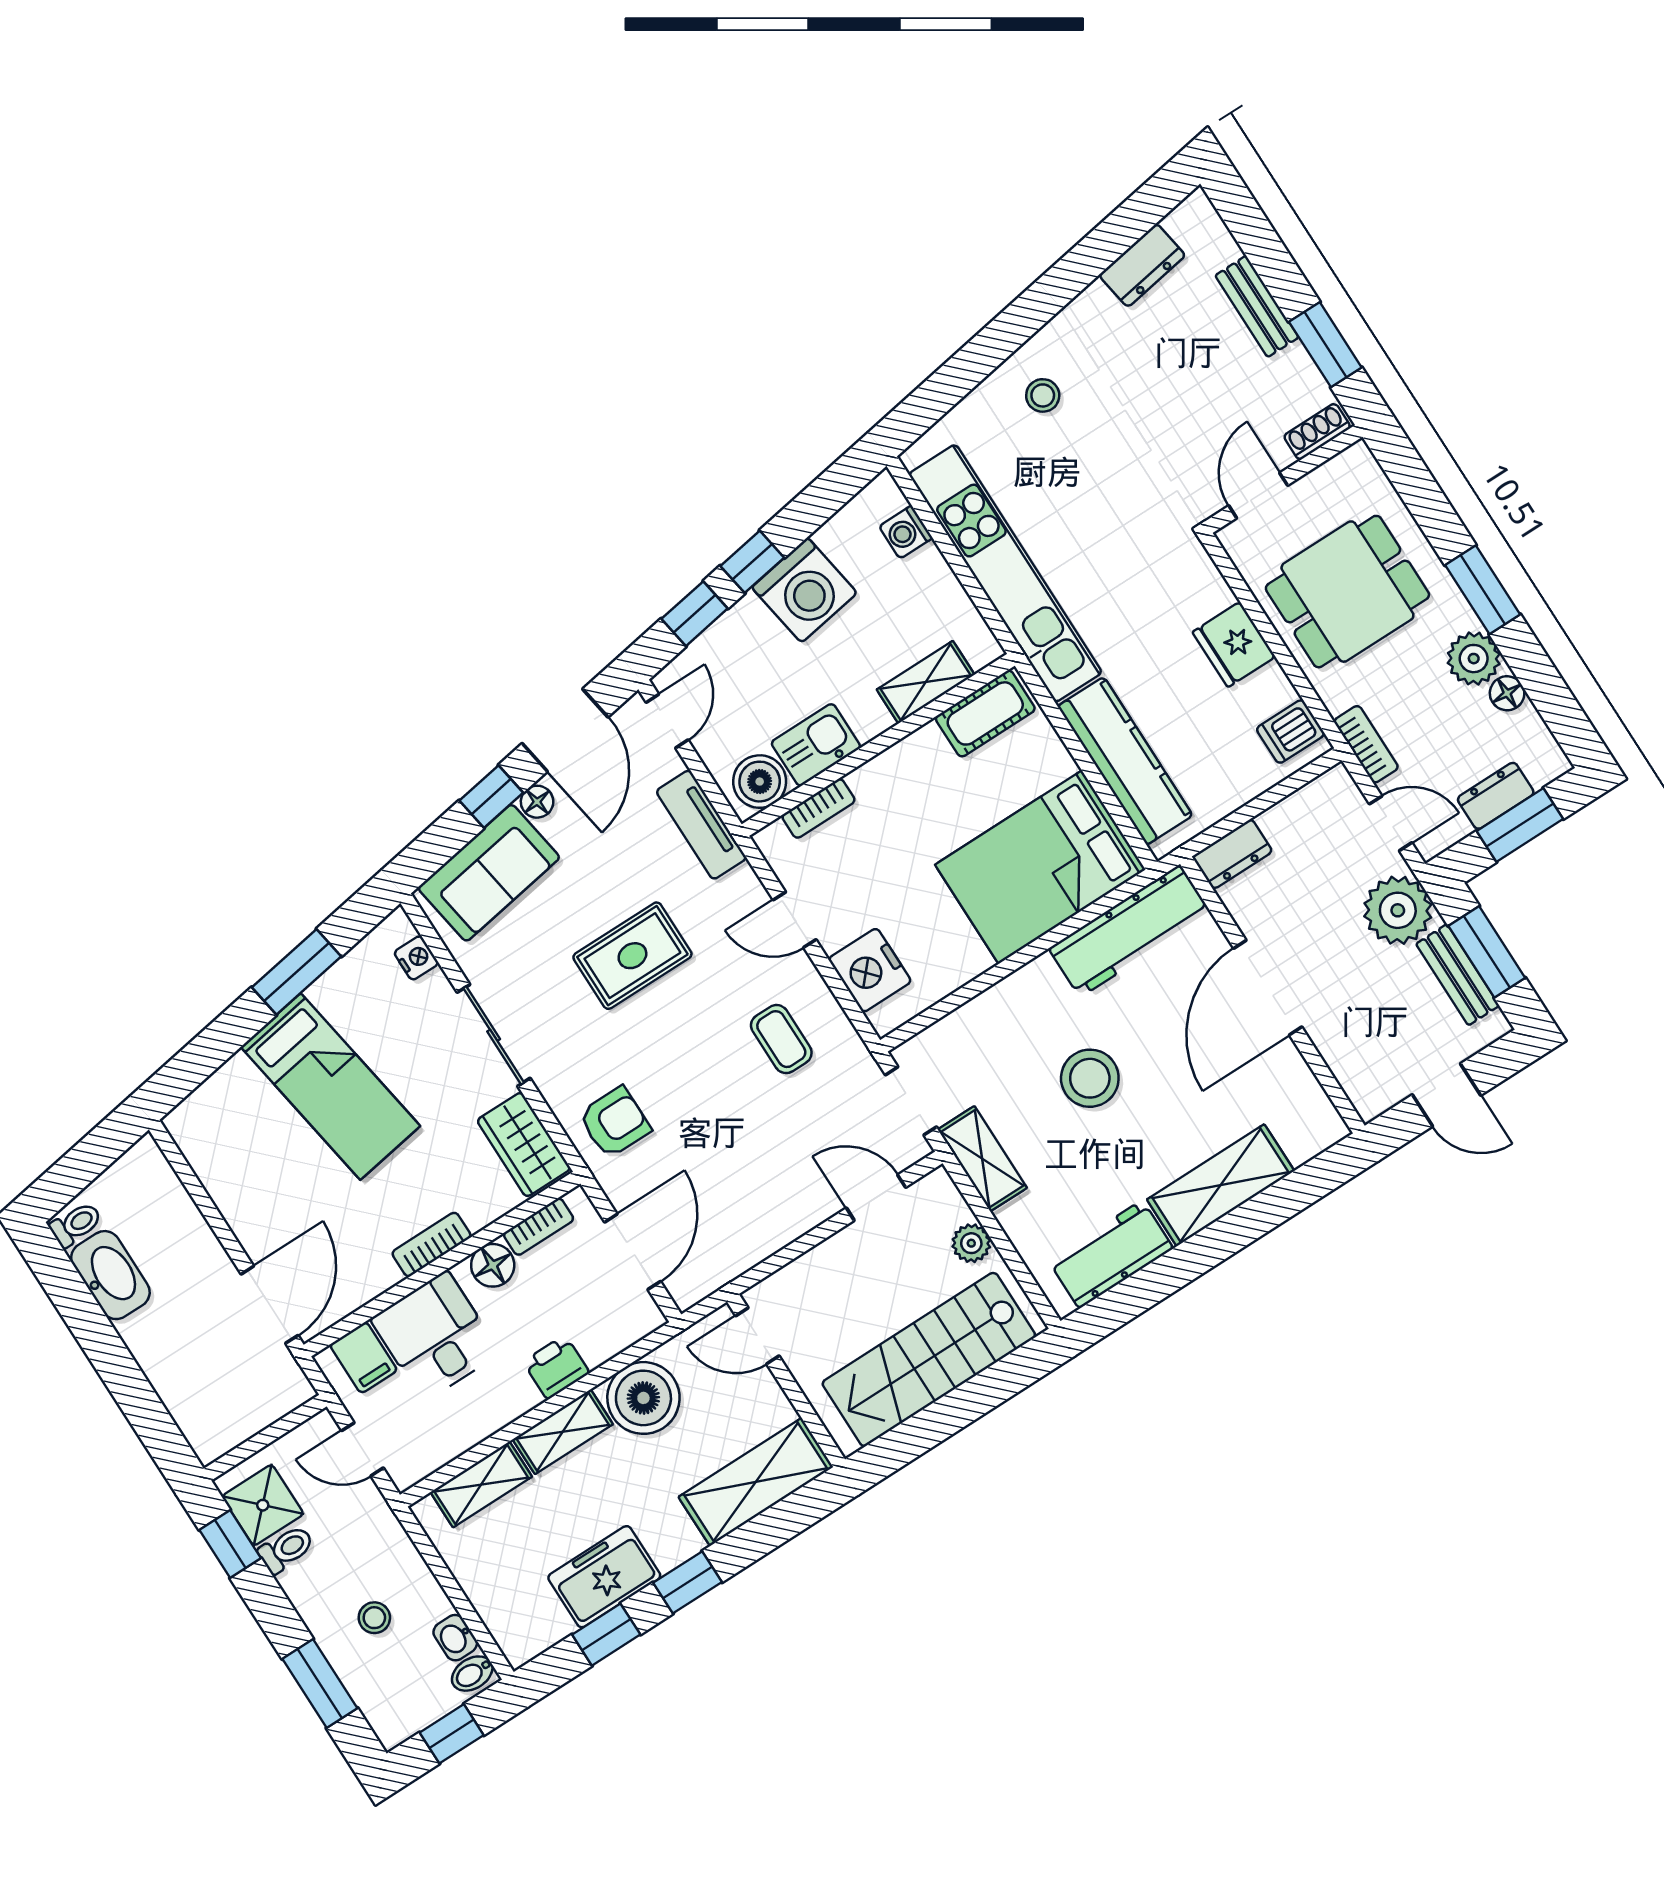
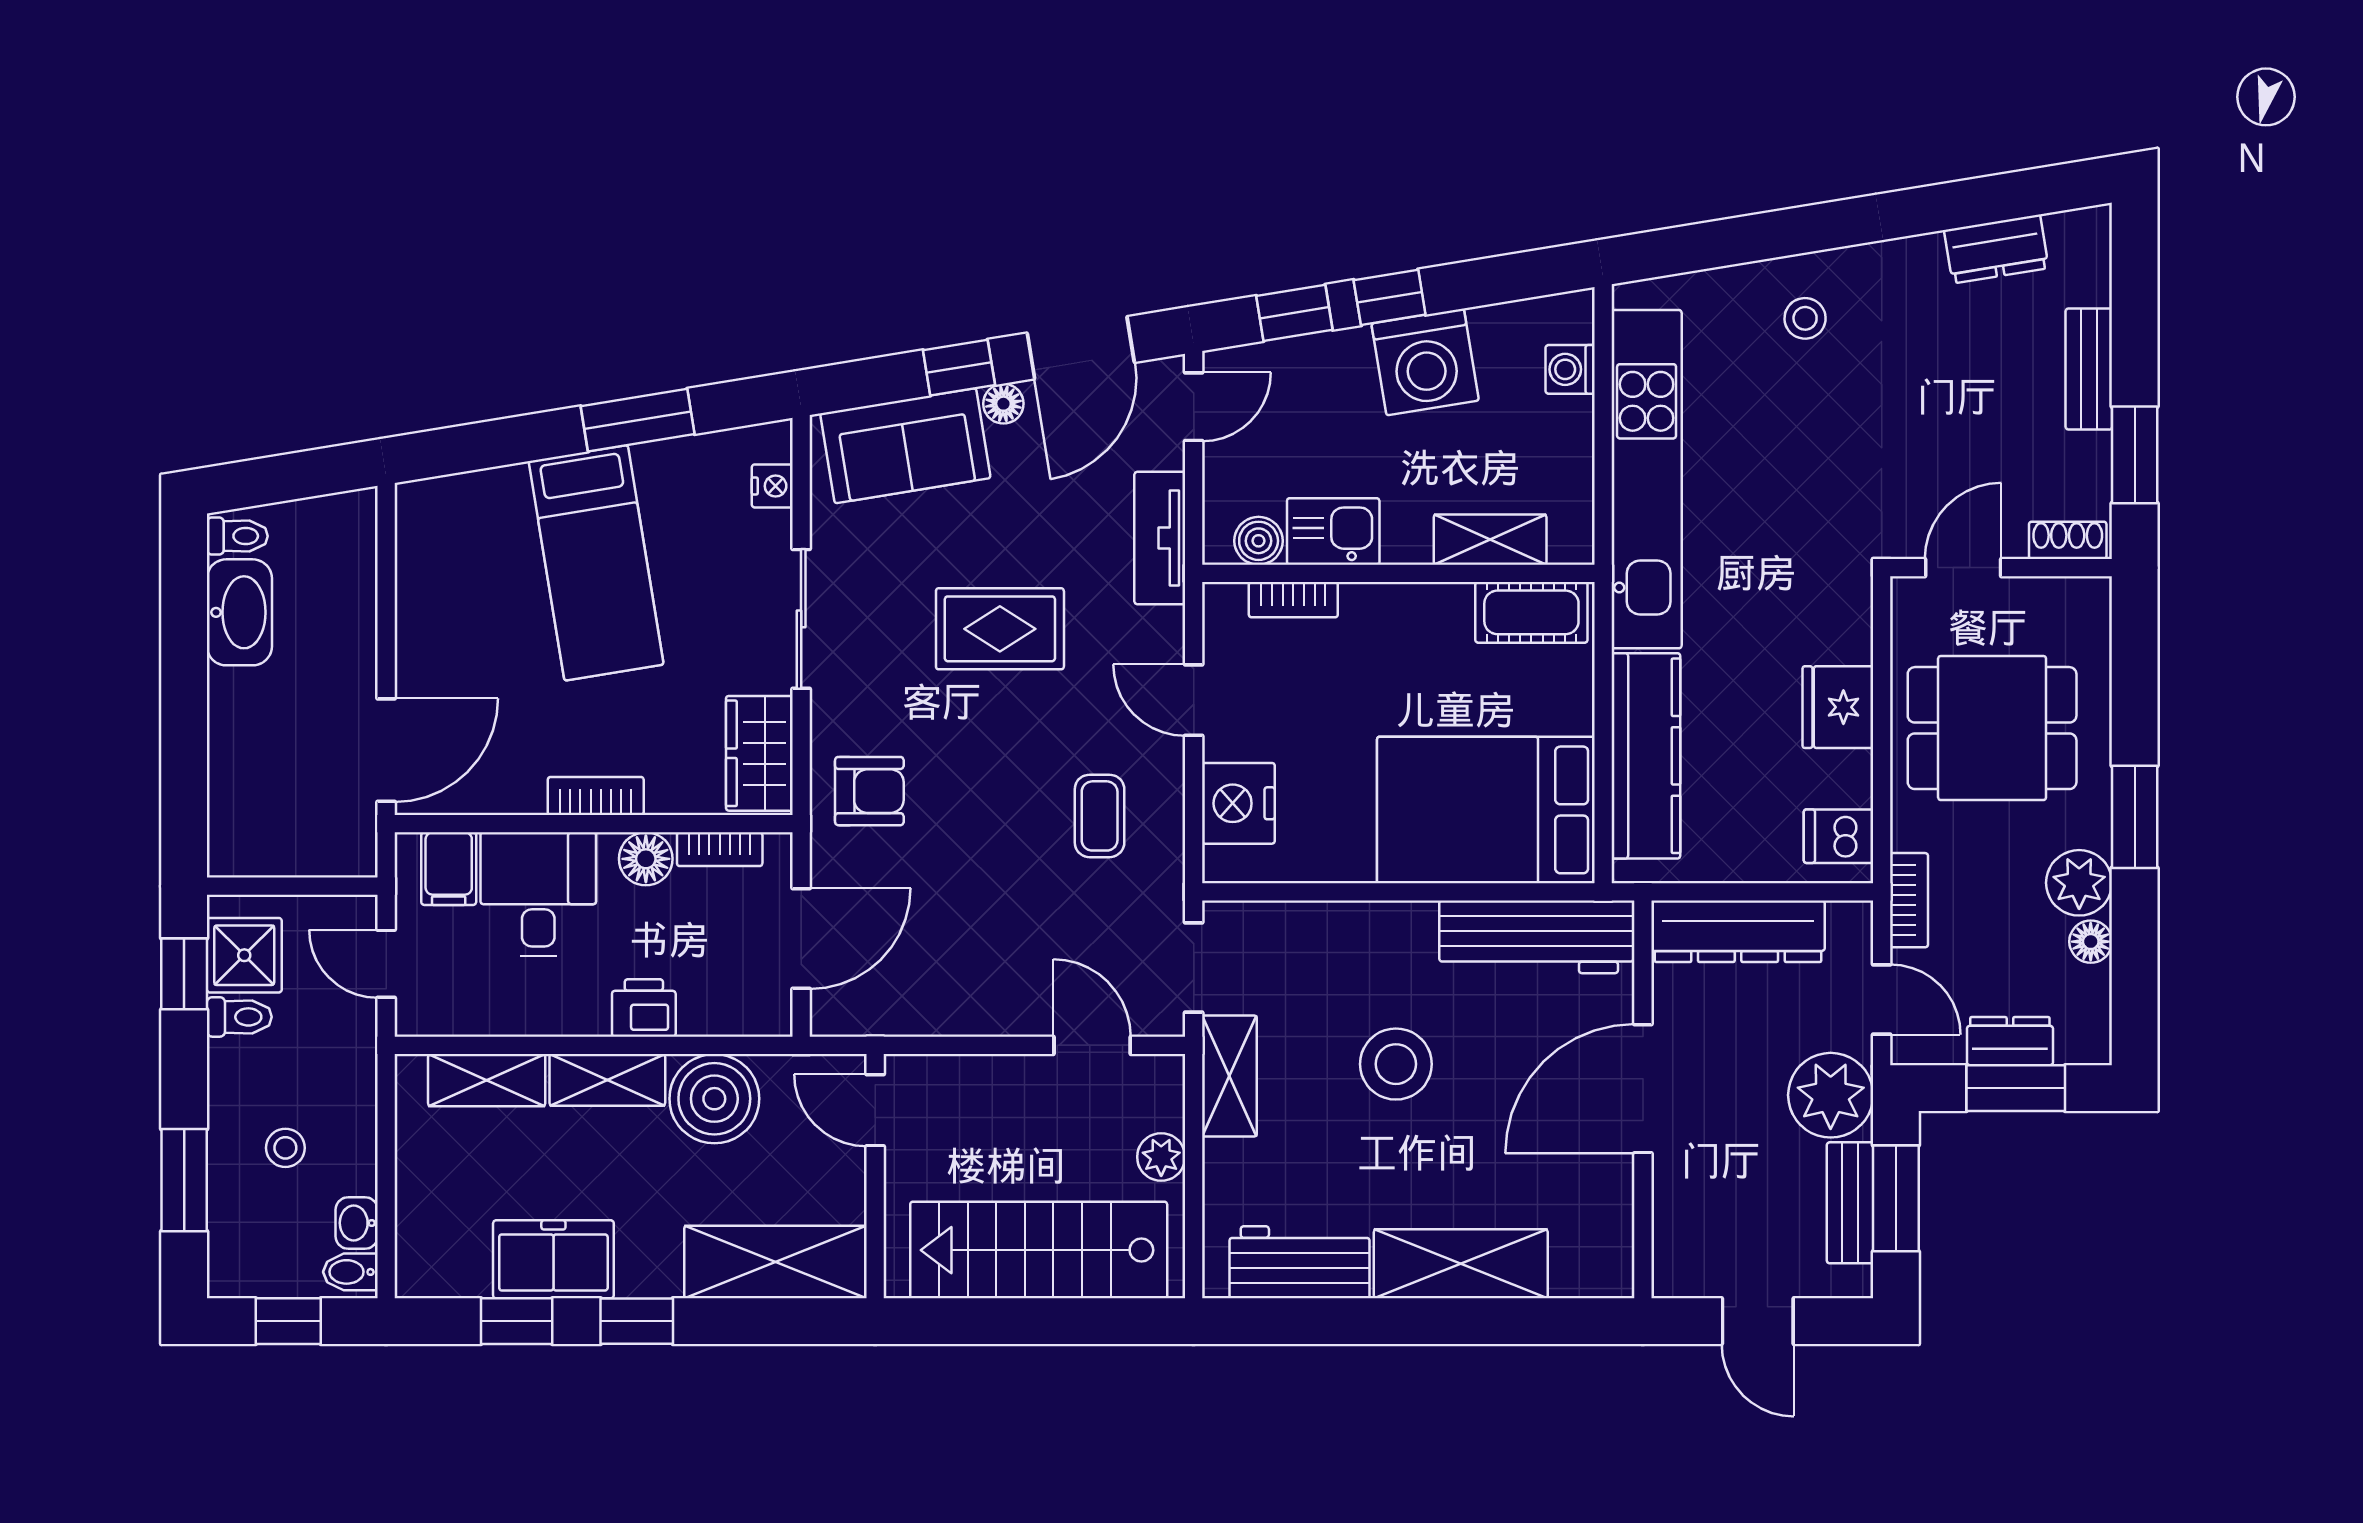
boiler: (760, 782) -> (1259, 541), width x0.73, depth x0.73
dresser: (1232, 854) -> (1738, 931), width x1.96, depth x1.24

